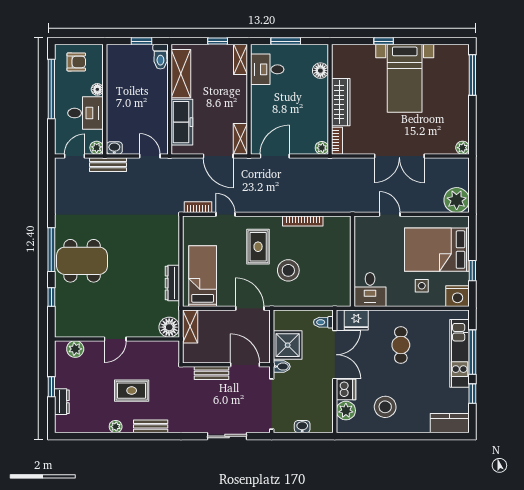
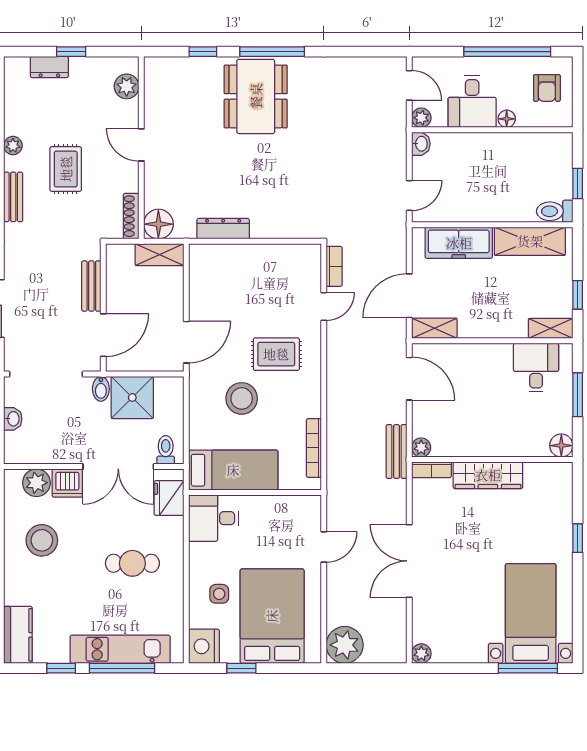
floor lamp: (320, 71) -> (561, 446), moved
bed with nightstands: (405, 78) -> (531, 613), moved, turned 90
bench: (108, 165) -> (397, 452), moved
bookcase: (303, 221) -> (314, 448), moved
bed: (203, 276) -> (233, 470), moved
shoe rack: (164, 346) -> (131, 216), added

